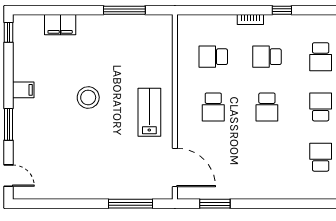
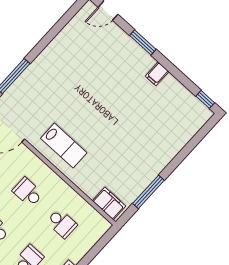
filing cabinet: (60, 25) -> (109, 203), moved, turned 90
school desk: (213, 57) -> (62, 223), turned 90
stool: (88, 97) -> (112, 113), removed

